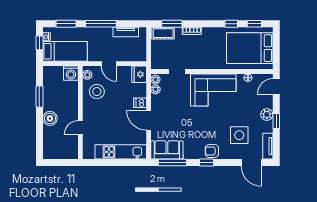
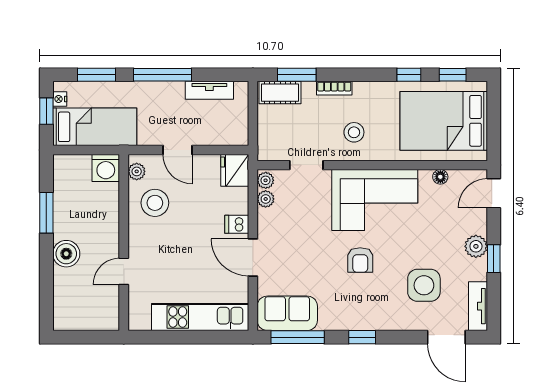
stool: (202, 54) -> (354, 132), added
armchair: (212, 151) -> (360, 260), moved, turned -90

